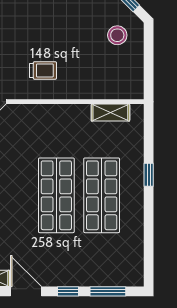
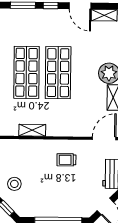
shelving: (110, 113) -> (32, 130), moved

